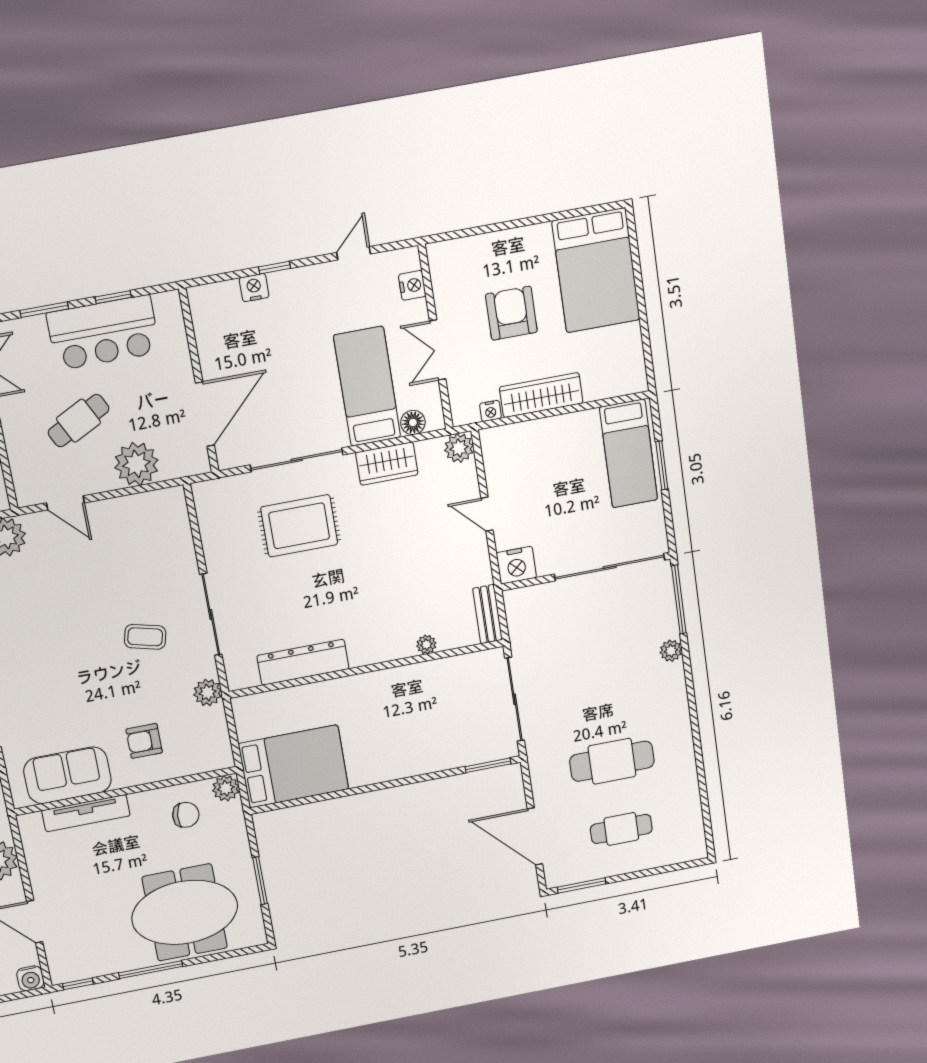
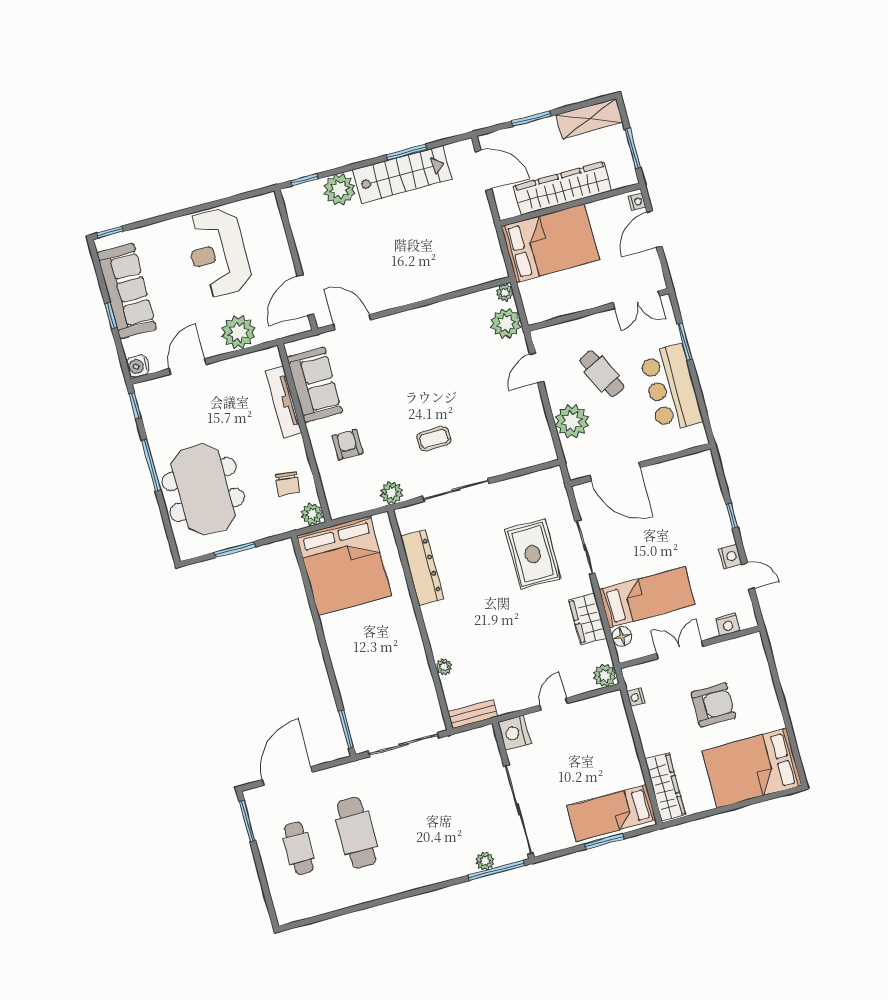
nightstand: (254, 288) -> (730, 556), moved
window: (113, 297) -> (699, 394), removed
wardrobe: (541, 395) -> (665, 787), moved
sliding door: (297, 460) -> (585, 547), width x0.73
coffee table: (145, 637) -> (434, 439), turned 76
plant: (671, 651) -> (485, 861), moved
bed: (294, 766) -> (344, 566), width x1.36

